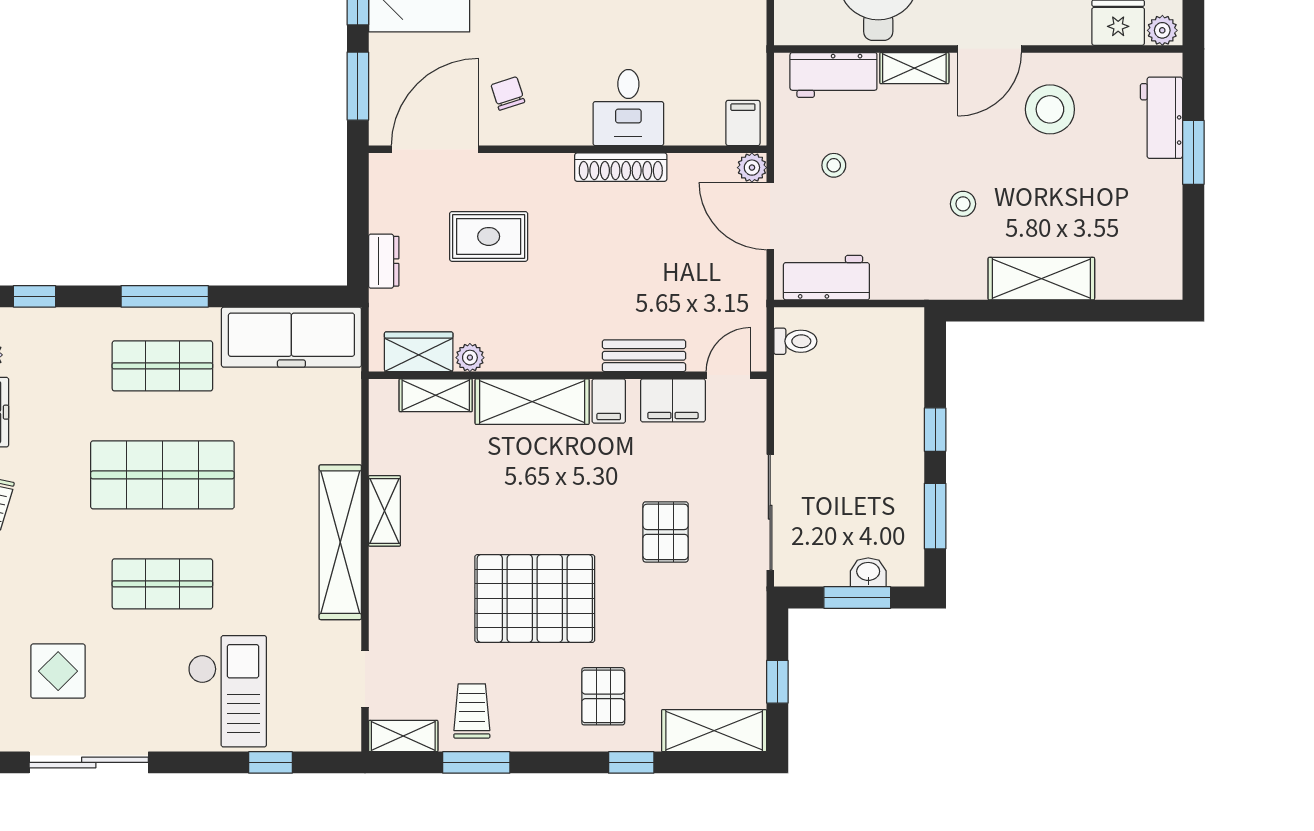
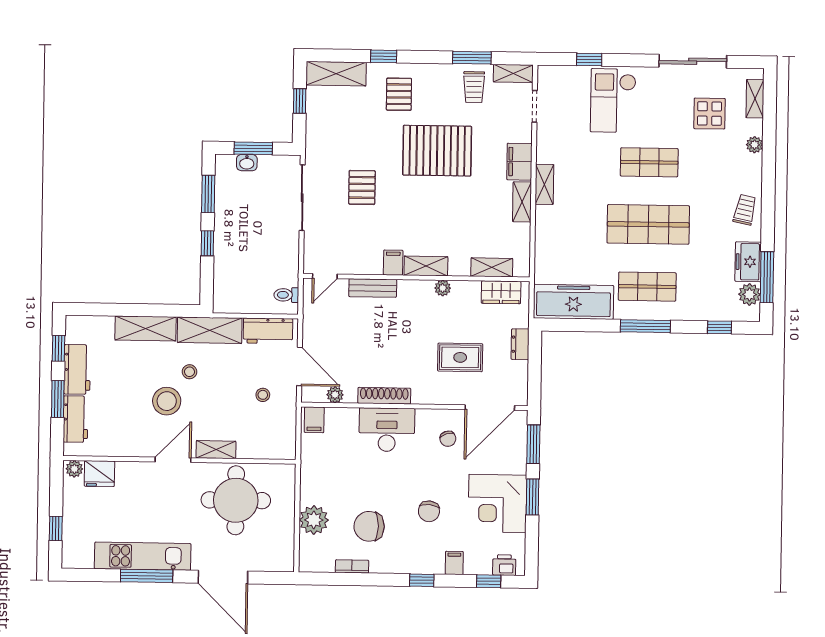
workbench: (833, 75) -> (77, 369), moved, turned 90
desk: (628, 108) -> (387, 430), width x1.37
stool: (1050, 109) -> (167, 401), moved
plant: (752, 168) -> (335, 395), moved
window: (1193, 241) -> (59, 348), added
shelving: (929, 277) -> (210, 330), added
plant: (470, 358) -> (443, 288), moved
filing cabinet: (673, 400) -> (519, 162), moved, turned -90
shelving: (532, 402) -> (426, 266), width x0.67, depth x0.75
shelving: (340, 542) -> (544, 184), width x0.45, depth x0.75

